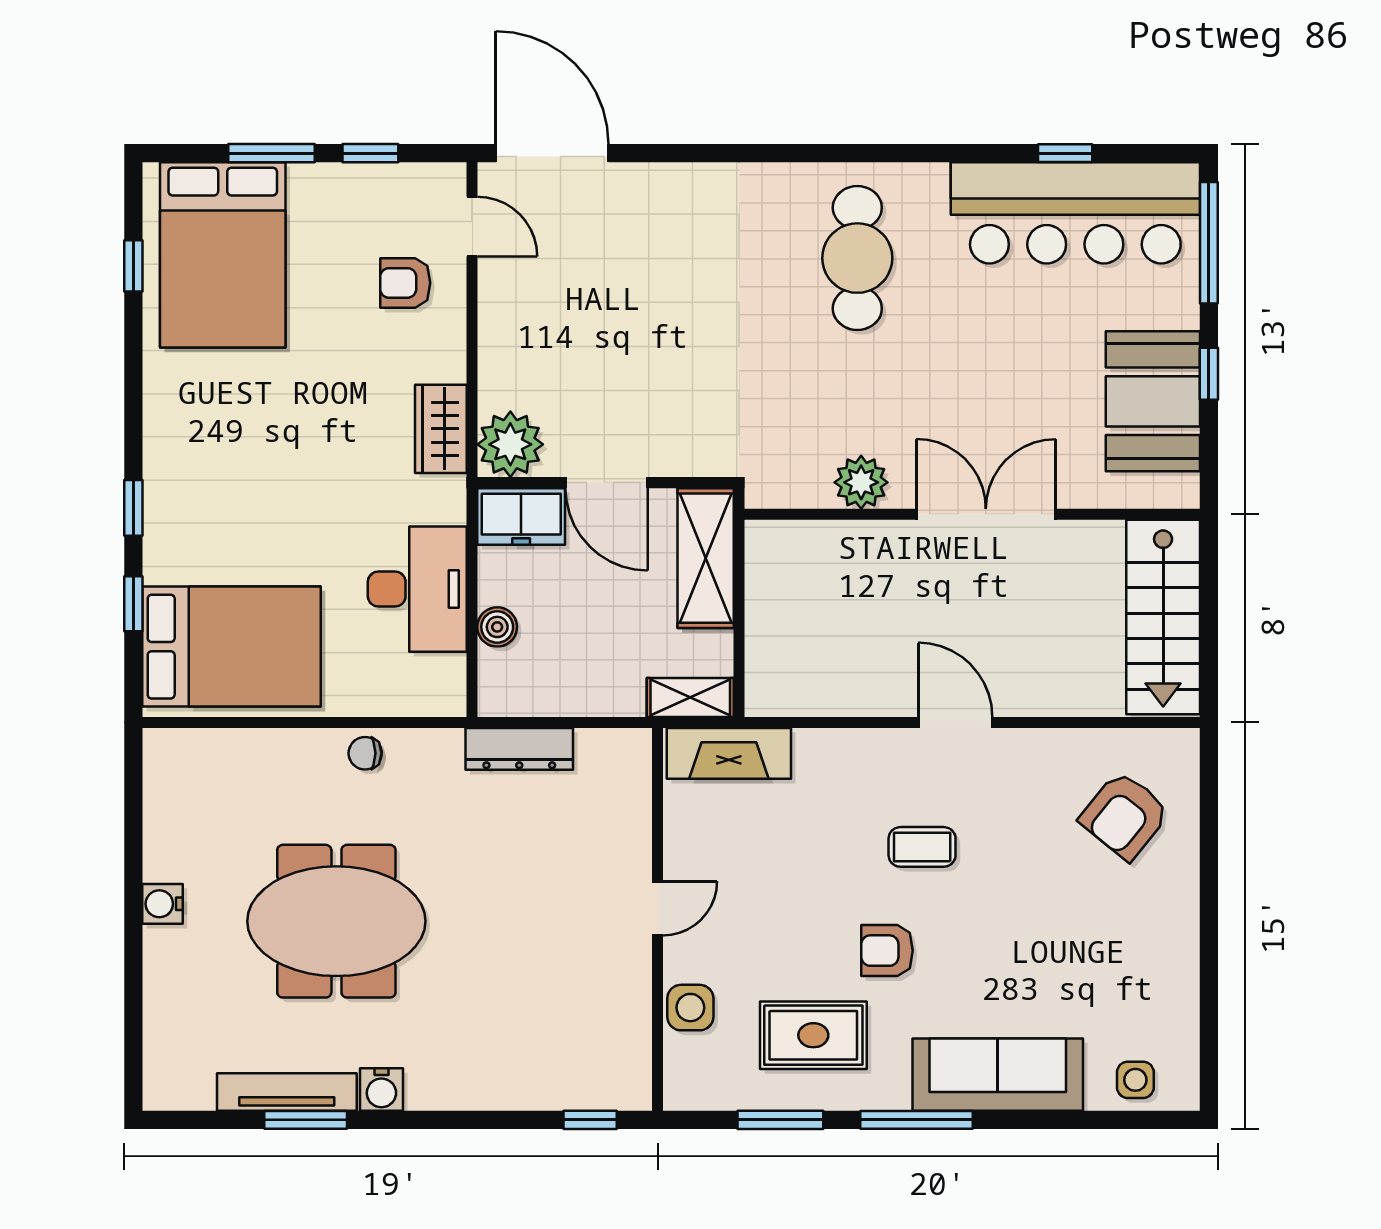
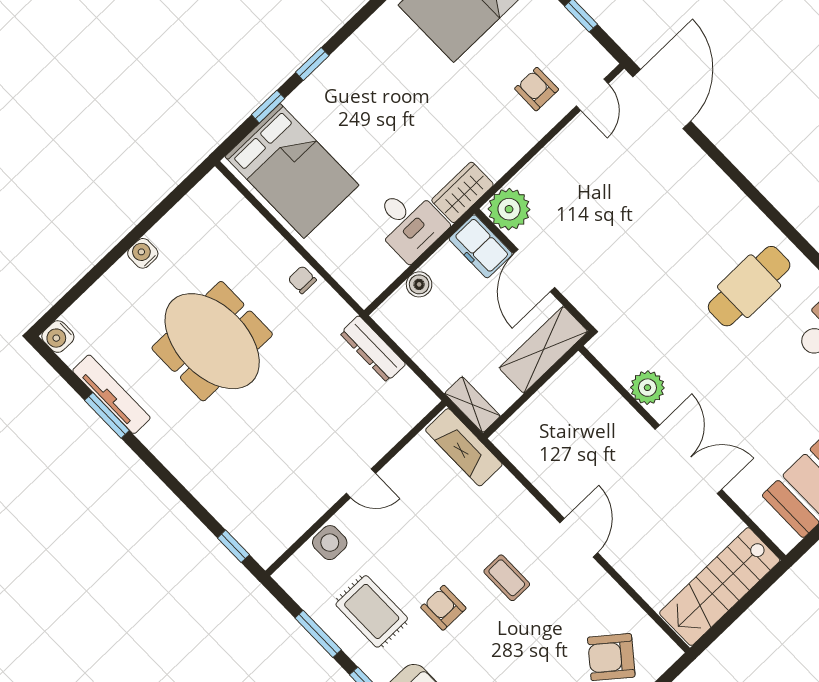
wardrobe: (441, 429) -> (462, 192), moved
desk: (417, 589) -> (409, 223), width x0.73
water cooler: (381, 1090) -> (58, 337), moved

